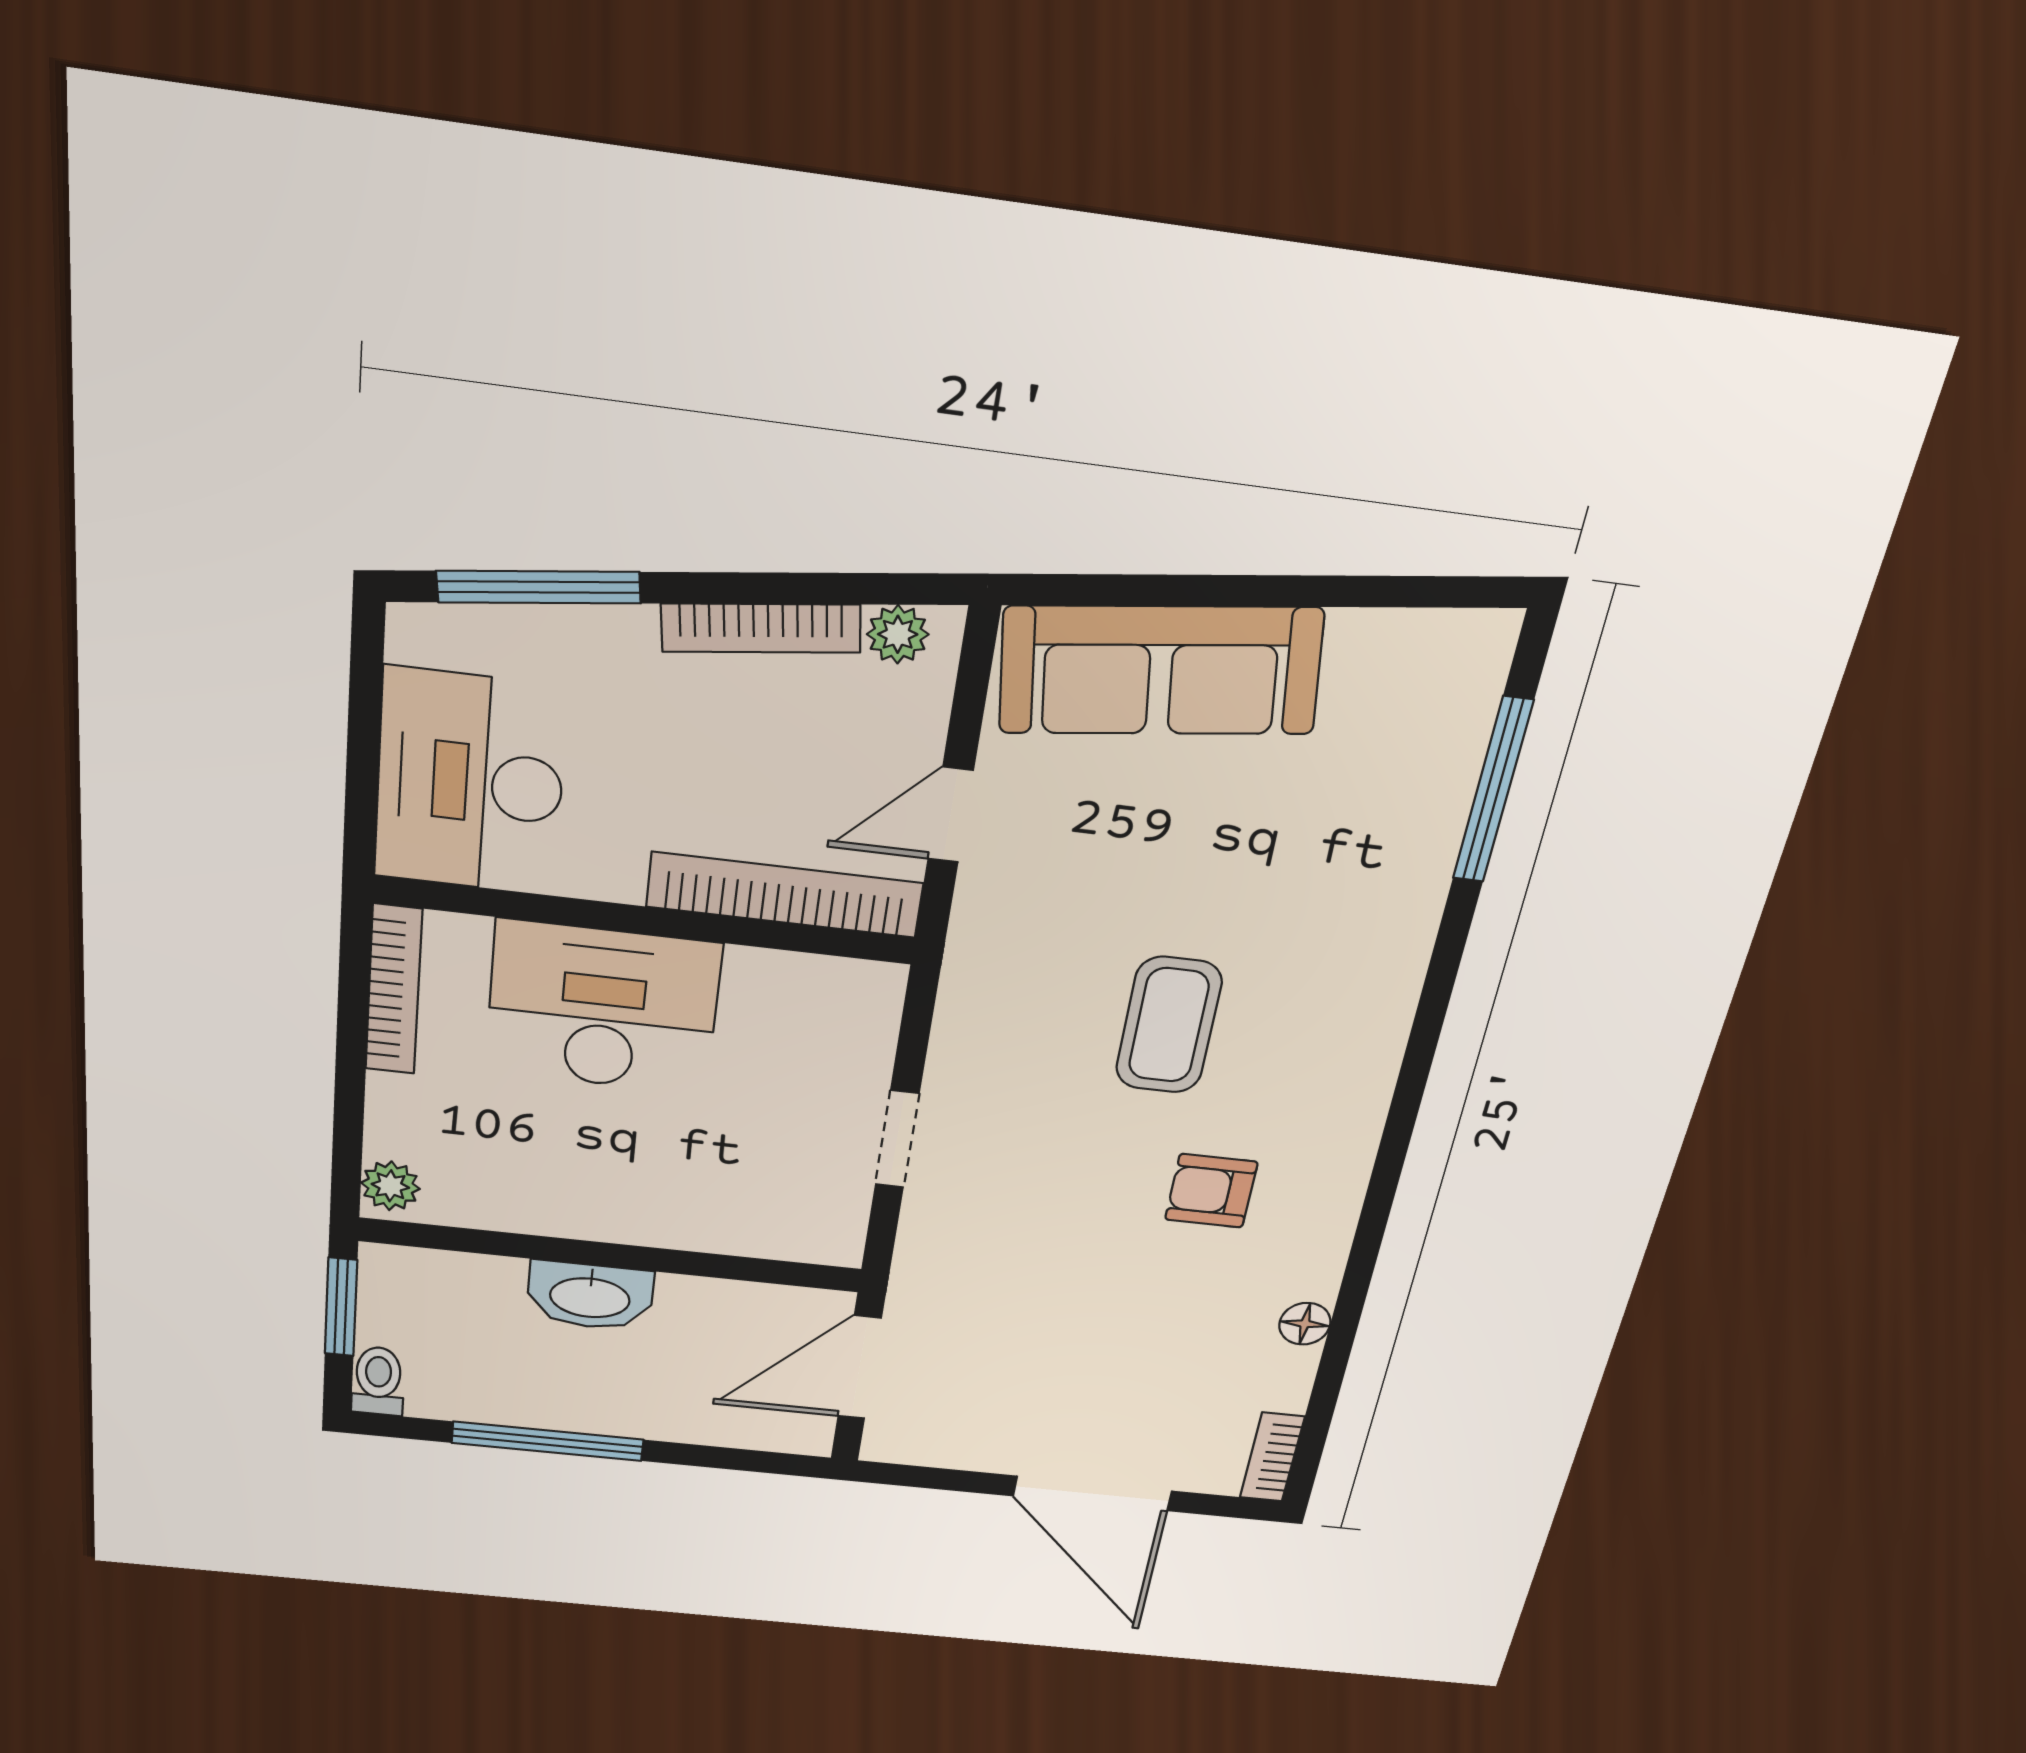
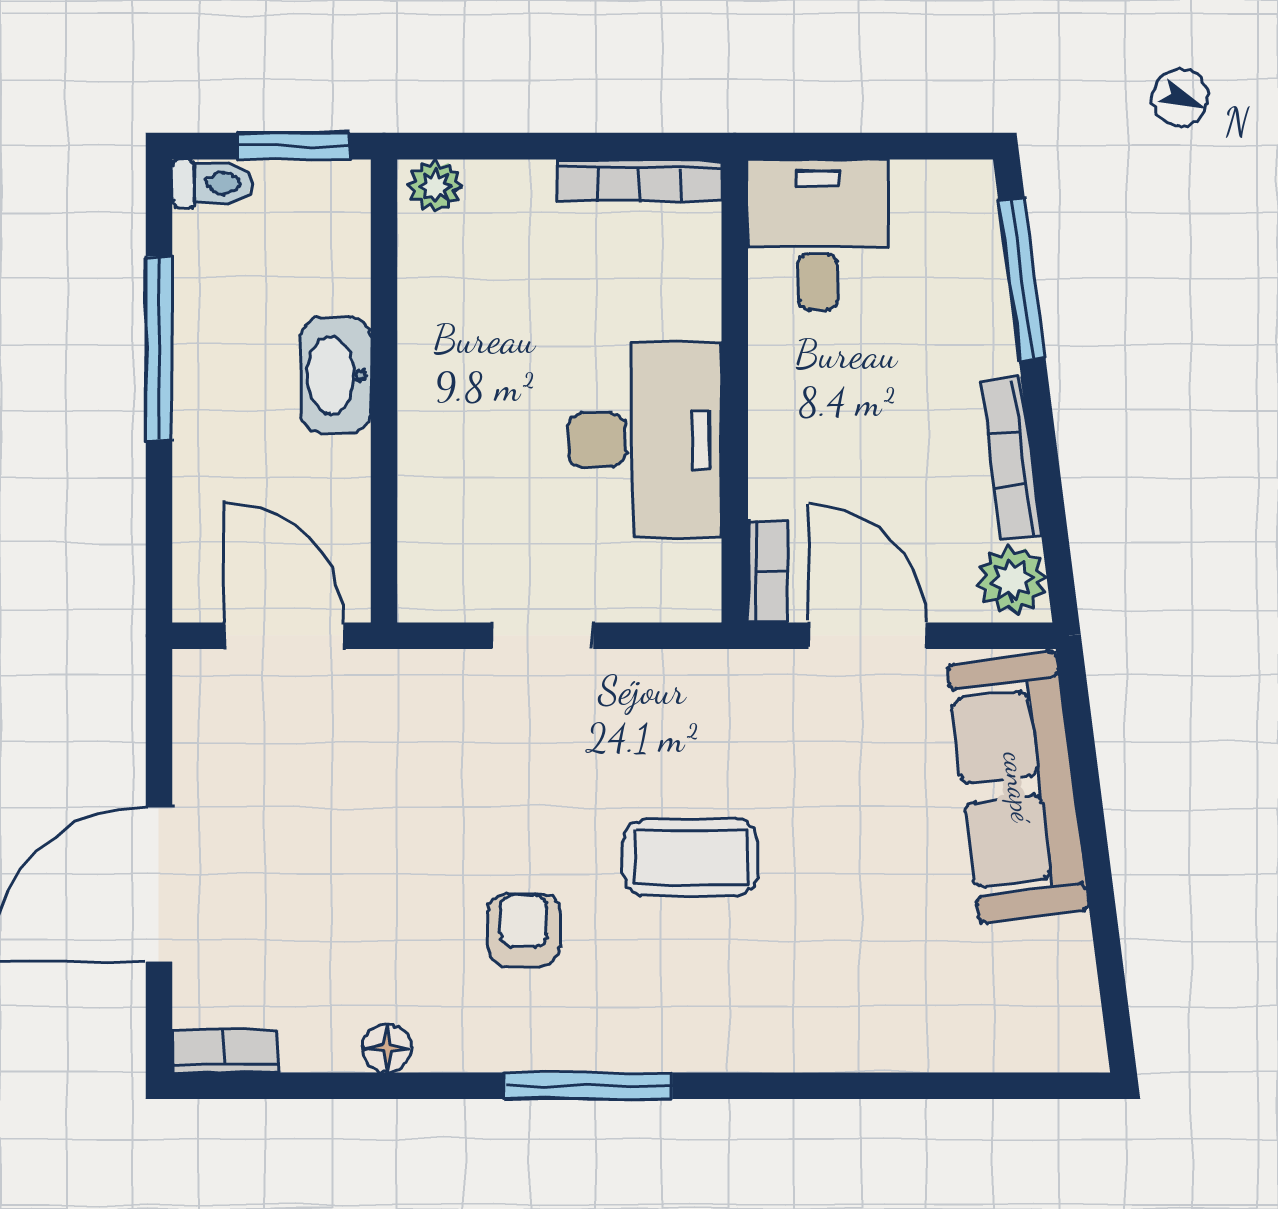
plant: (898, 634) -> (1012, 580), width x1.38, depth x1.38
desk: (470, 783) -> (818, 235), width x0.73
window: (1493, 790) -> (588, 1086), moved
door: (950, 815) -> (867, 636), width x1.38
bookcase: (785, 895) -> (768, 572), width x0.43, depth x0.76
desk: (603, 1008) -> (644, 440), moved

